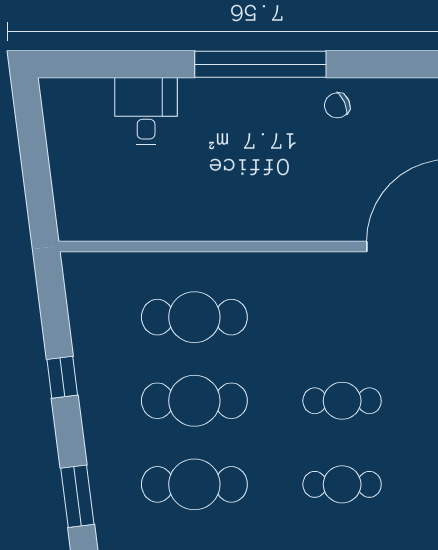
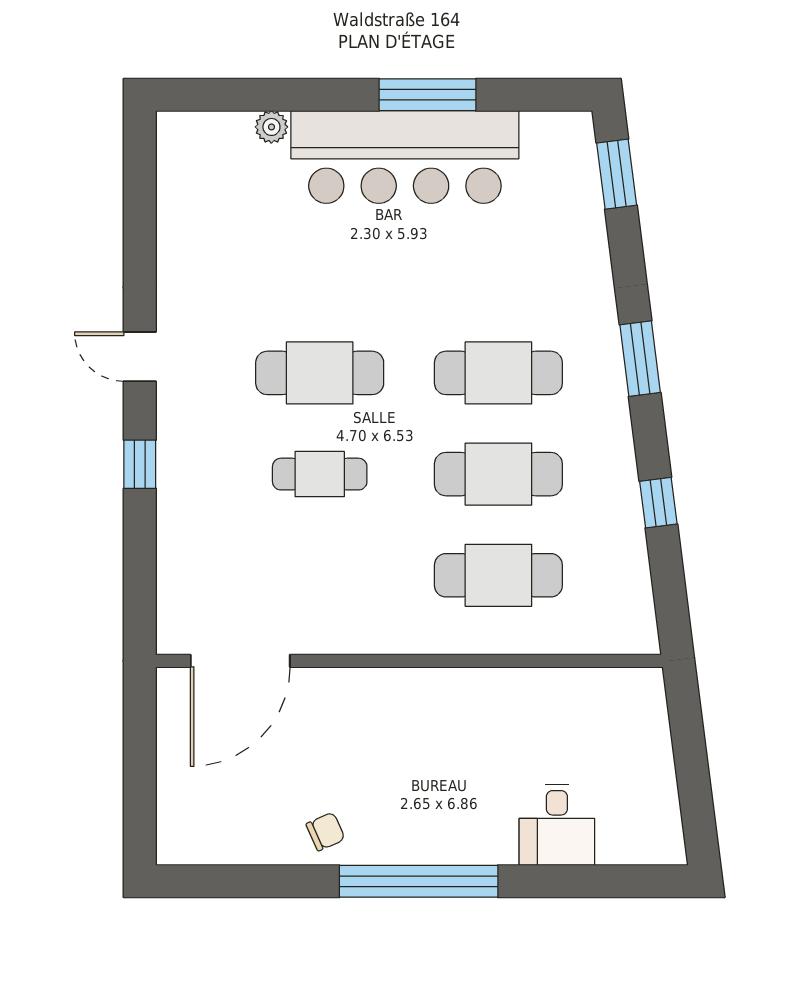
cafe table: (342, 484) -> (320, 373), width x1.37, depth x1.35

